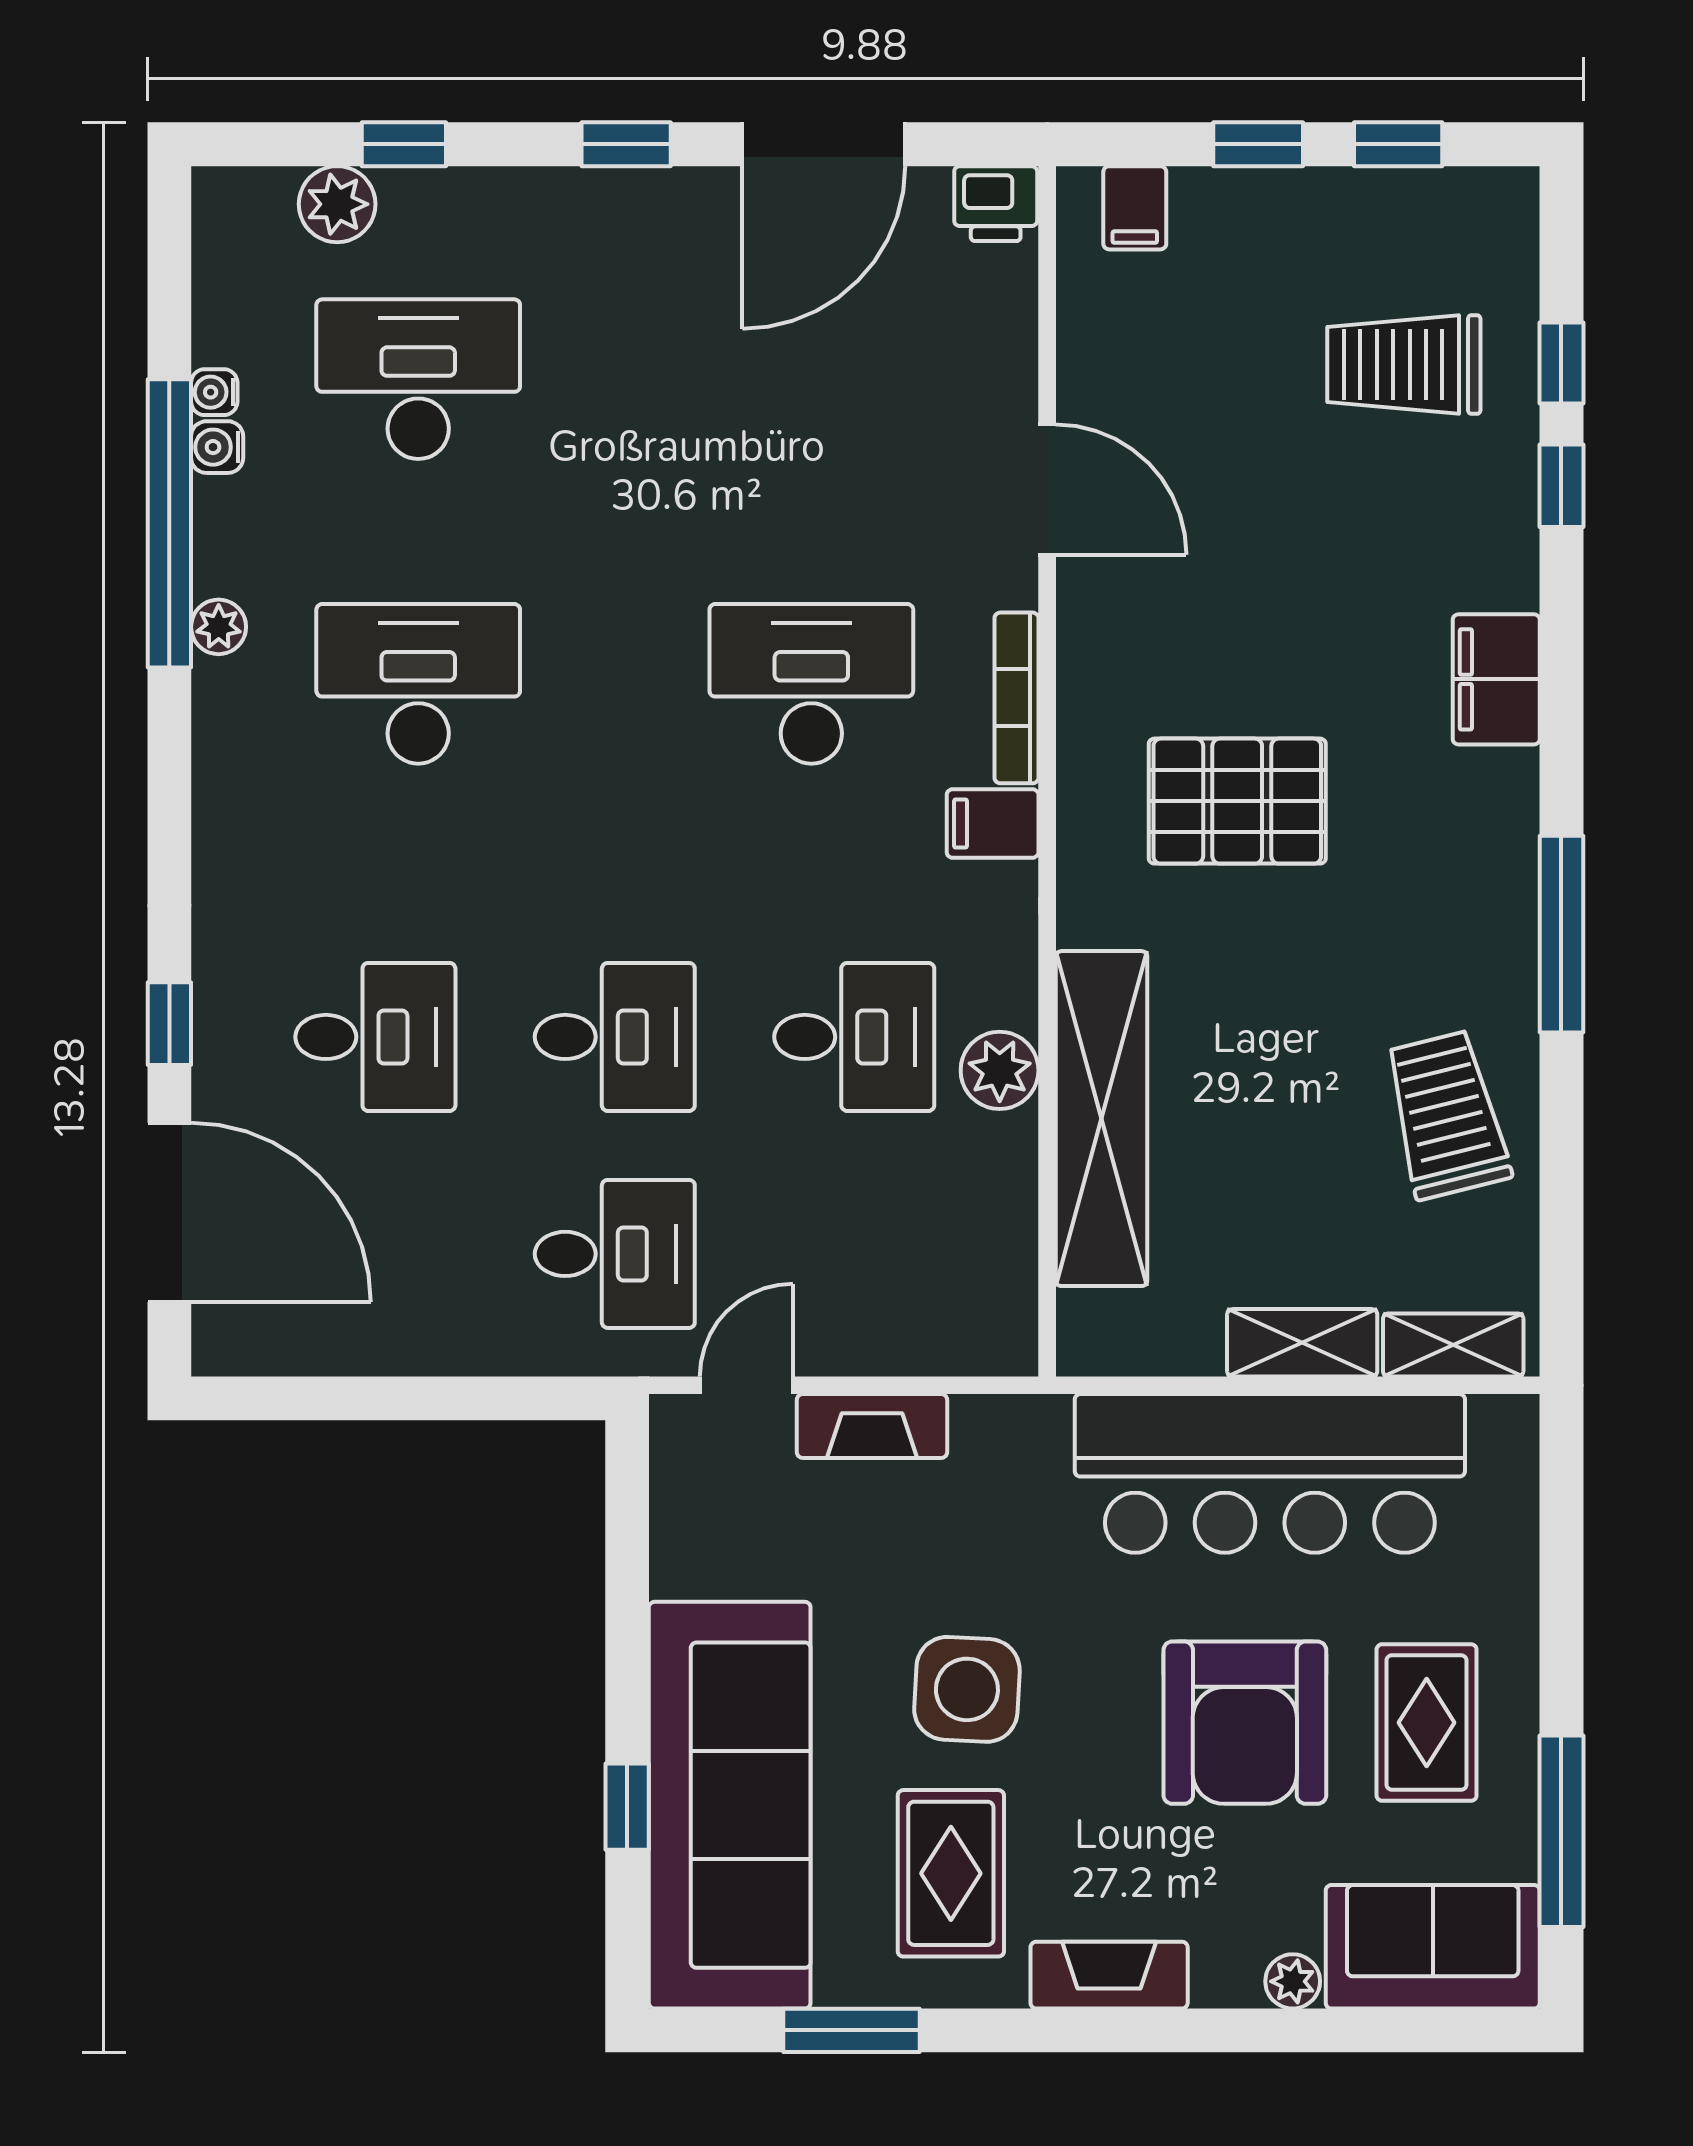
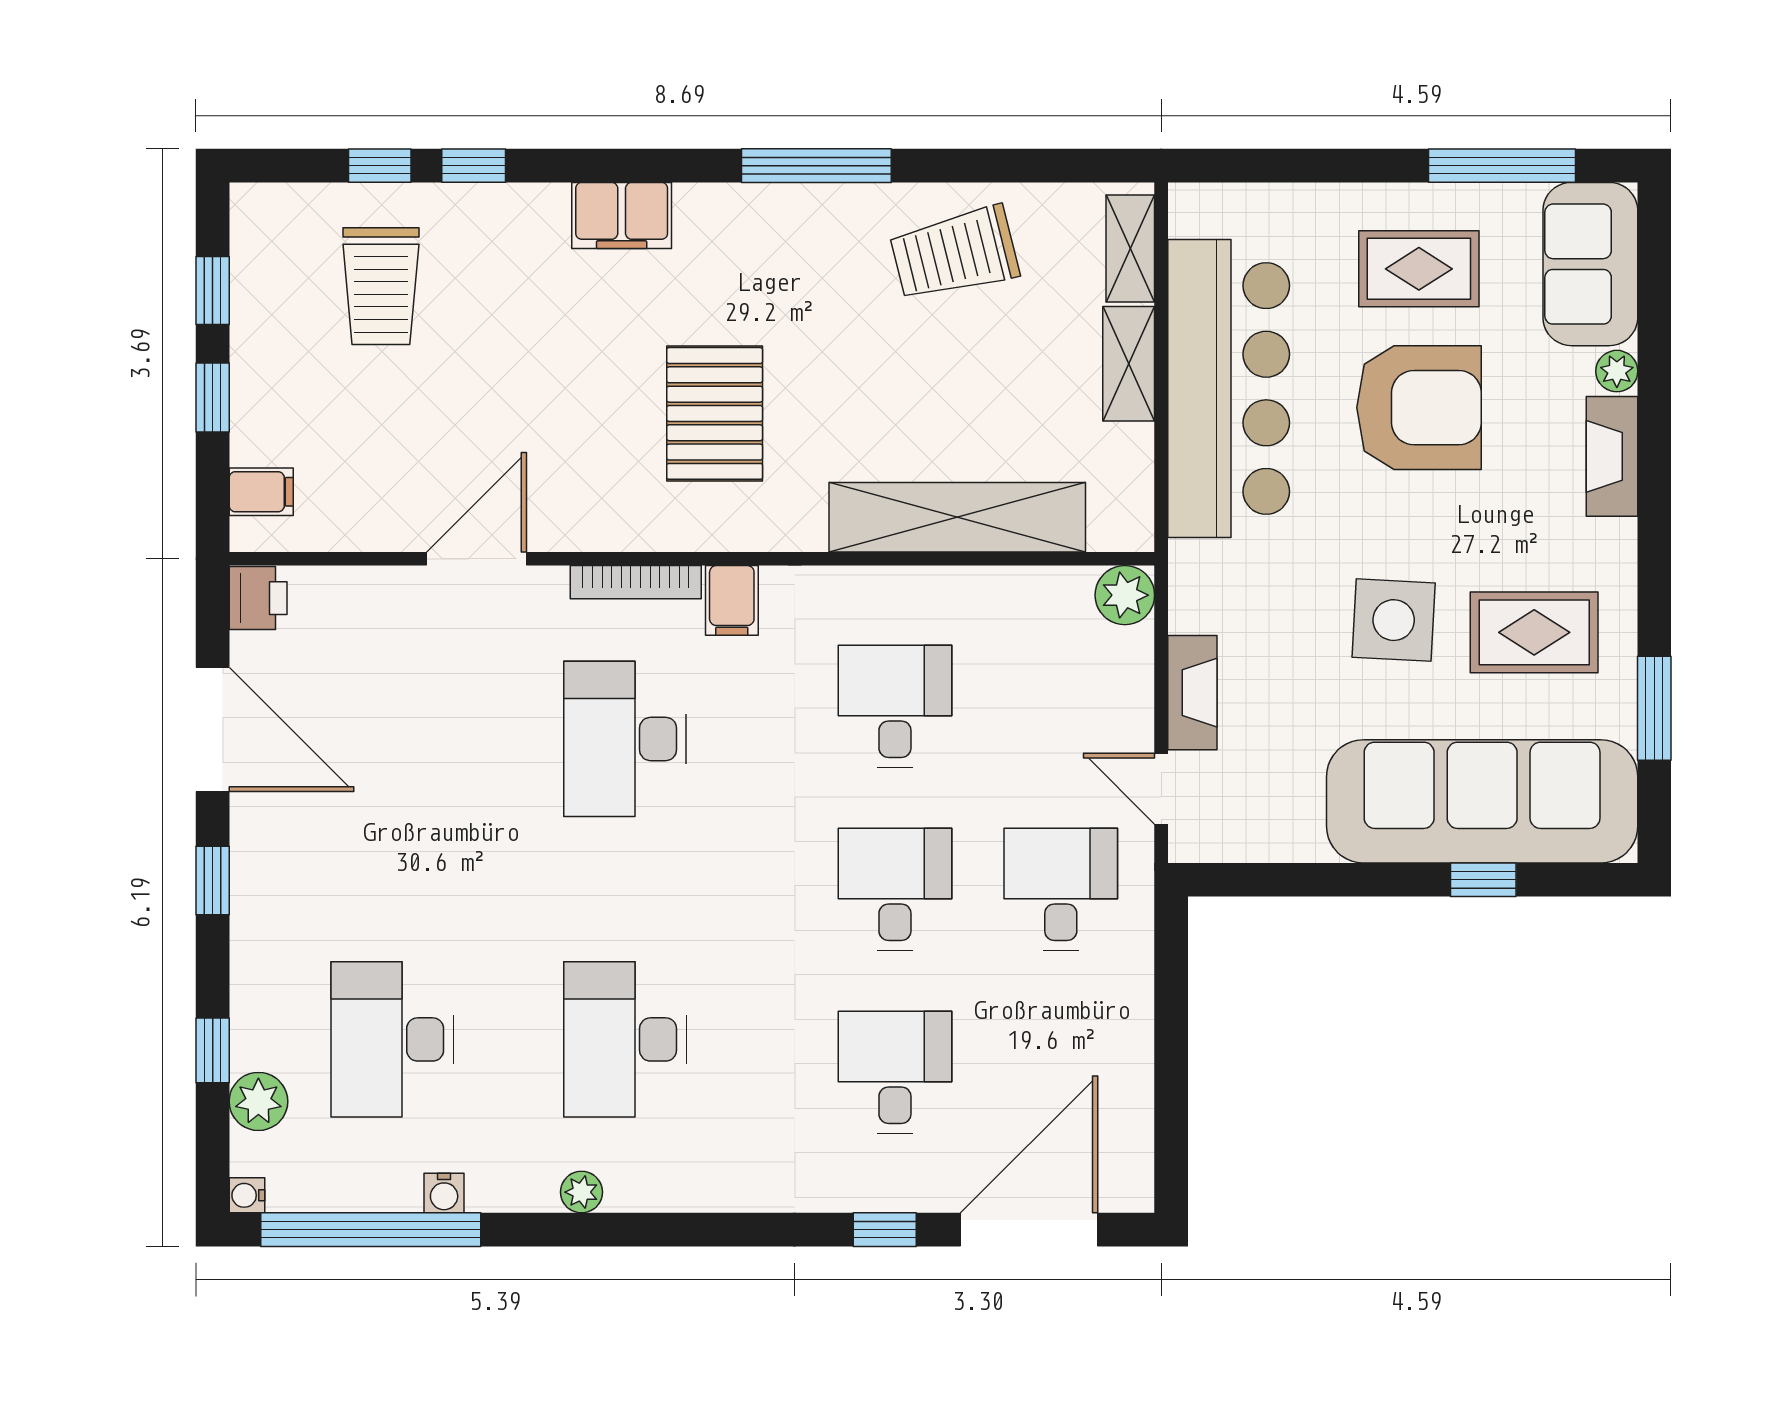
water cooler: (214, 392) -> (247, 1195), moved, turned 90
window: (169, 523) -> (371, 1230), moved
plant: (1000, 1070) -> (1125, 595), moved
fireplace: (1109, 1975) -> (1612, 456), moved

